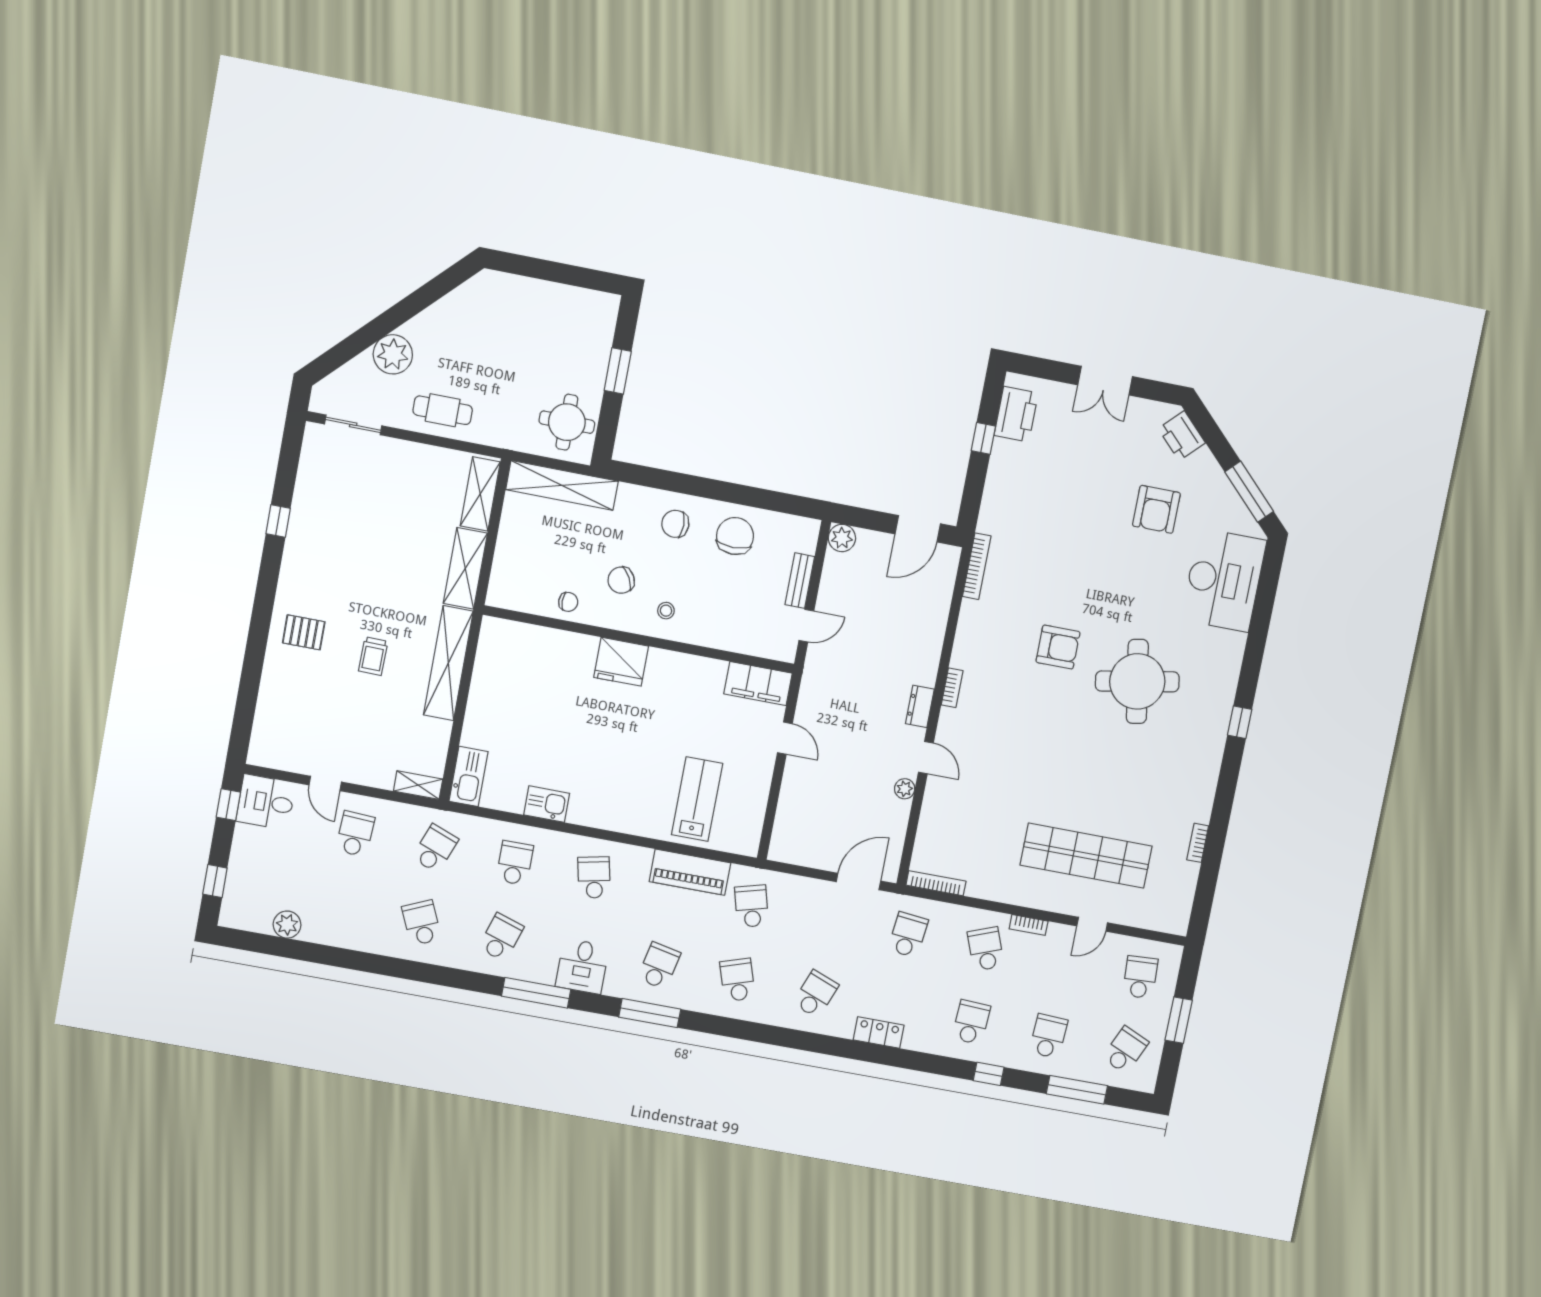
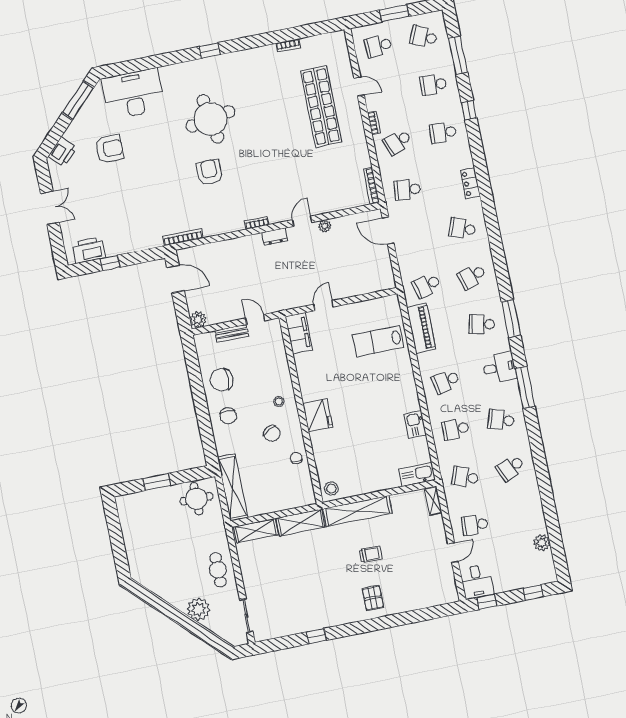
stool: (499, 637) -> (331, 489), added

